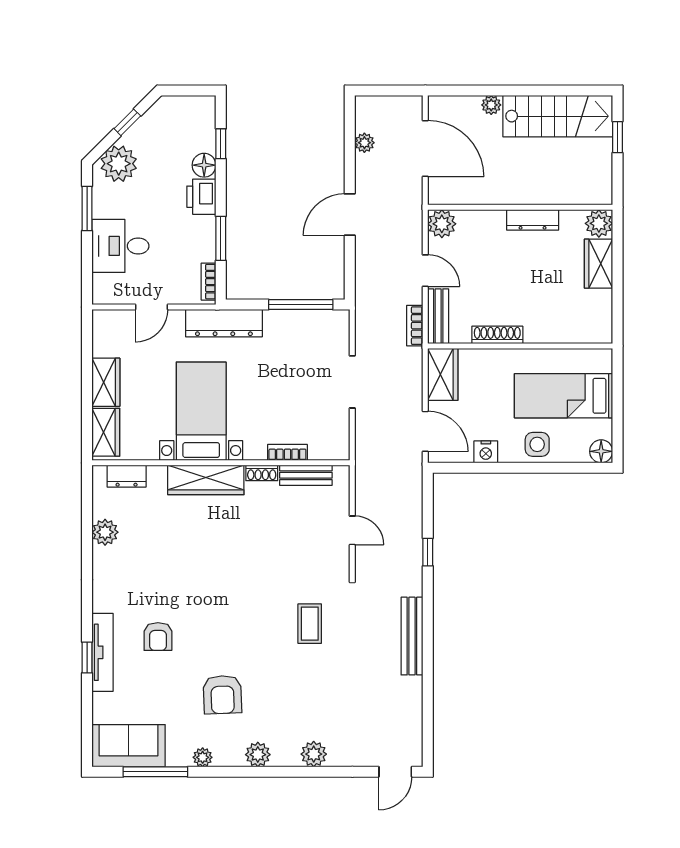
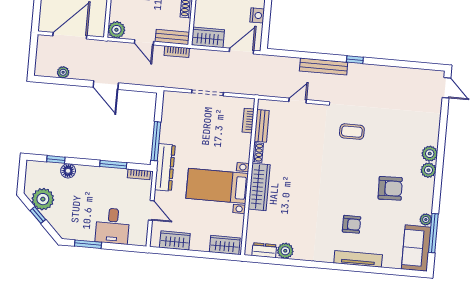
plant: (119, 164) -> (43, 199), moved
printer: (201, 197) -> (87, 174), removed
door: (425, 271) -> (144, 42), swing flipped
window: (301, 305) -> (156, 141), moved
wardrobe: (106, 382) -> (175, 240), moved
bookcase: (287, 452) -> (248, 121), moved
dresser: (127, 476) -> (264, 250), moved, turned -90
window: (428, 552) -> (355, 60), moved
bench: (412, 636) -> (324, 67), moved
window: (87, 657) -> (360, 269), removed
plant: (314, 754) -> (430, 154), moved
plant: (203, 757) -> (426, 219), moved

